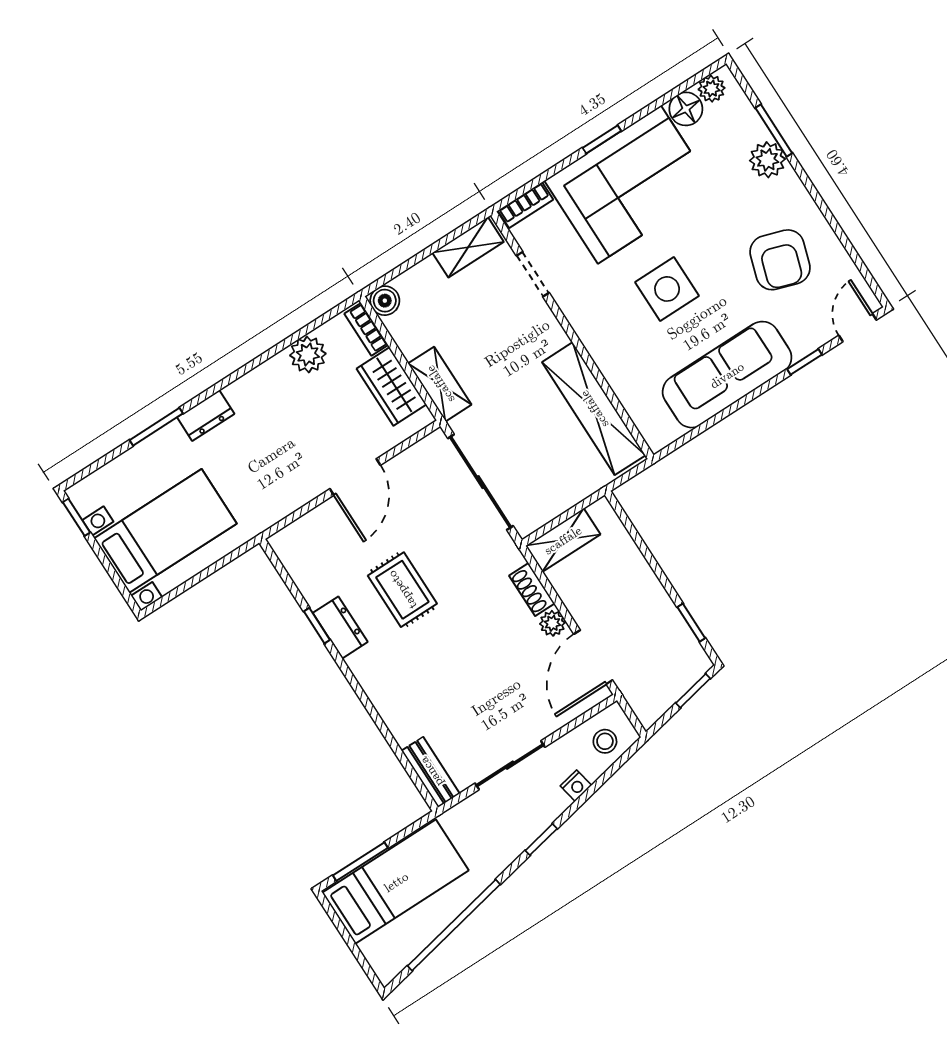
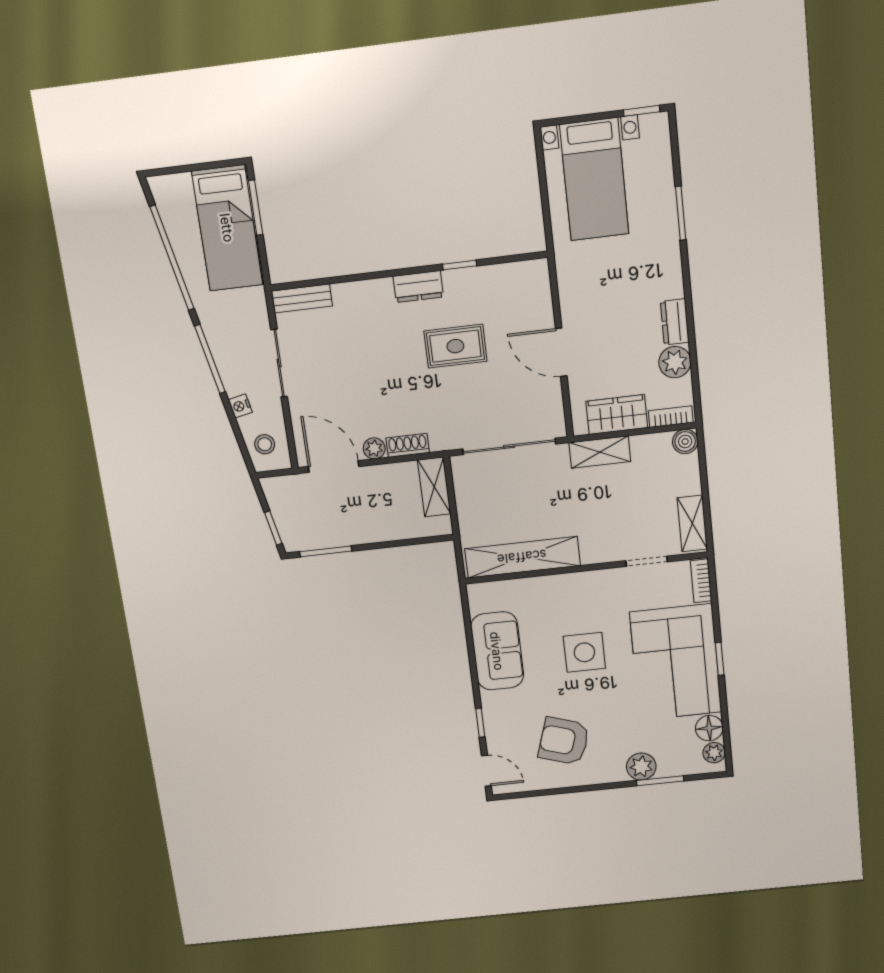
sofa: (727, 375) -> (497, 651), width x0.73
dresser: (206, 416) -> (675, 322), moved
window: (691, 623) -> (326, 551), width x1.50
dresser: (340, 627) -> (418, 287), moved
window: (541, 840) -> (210, 359), width x2.17

